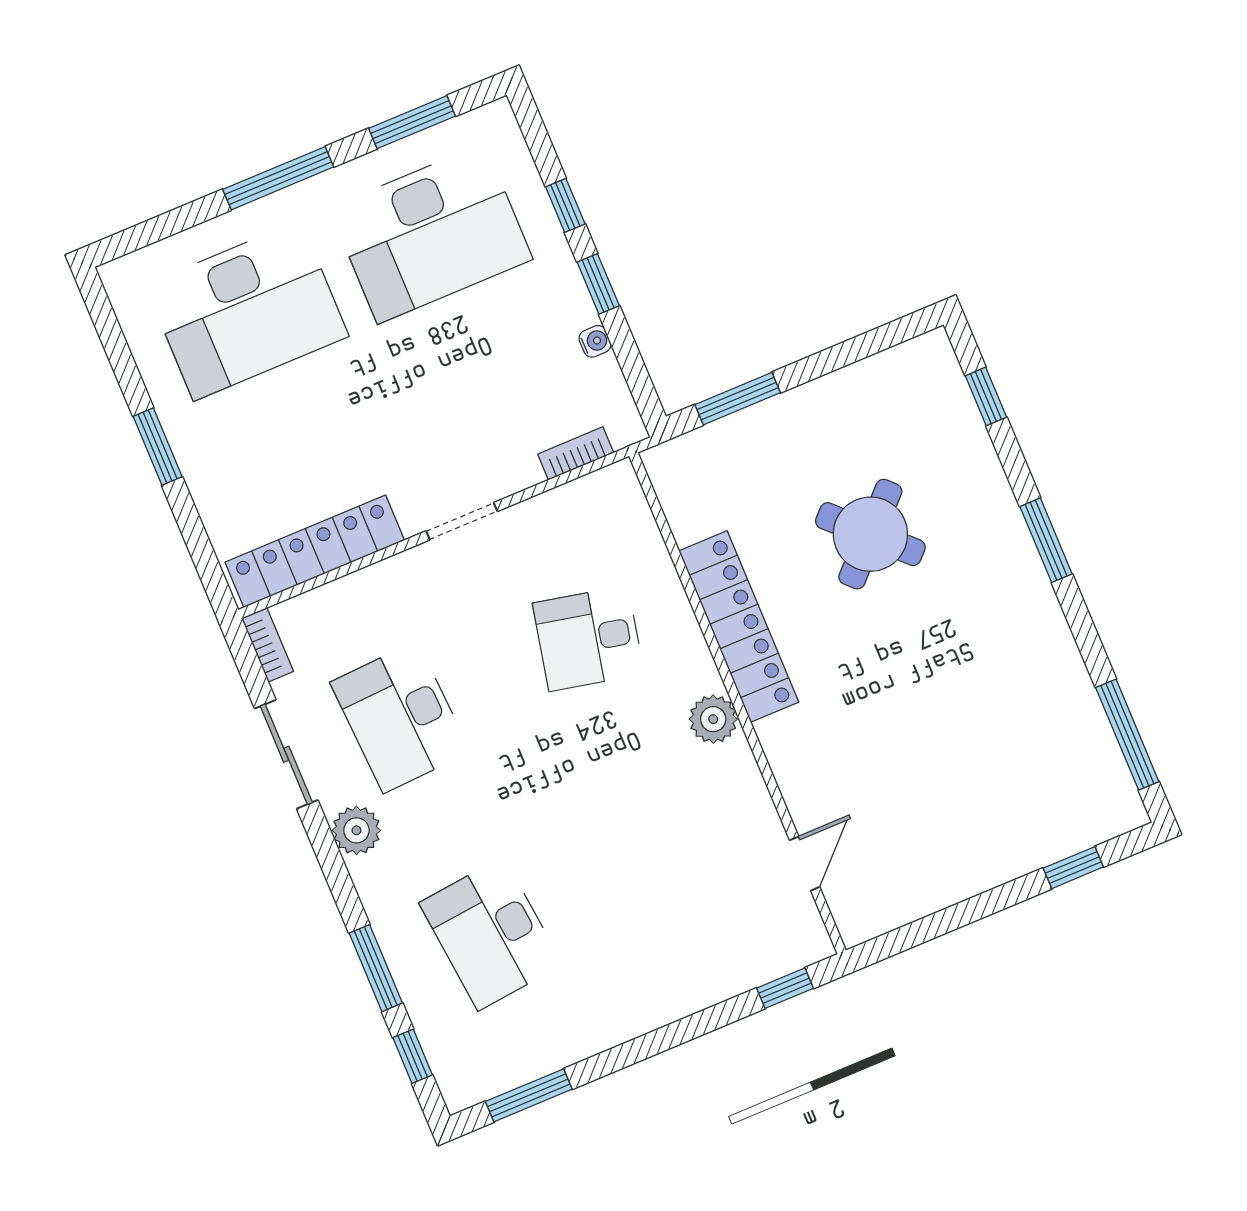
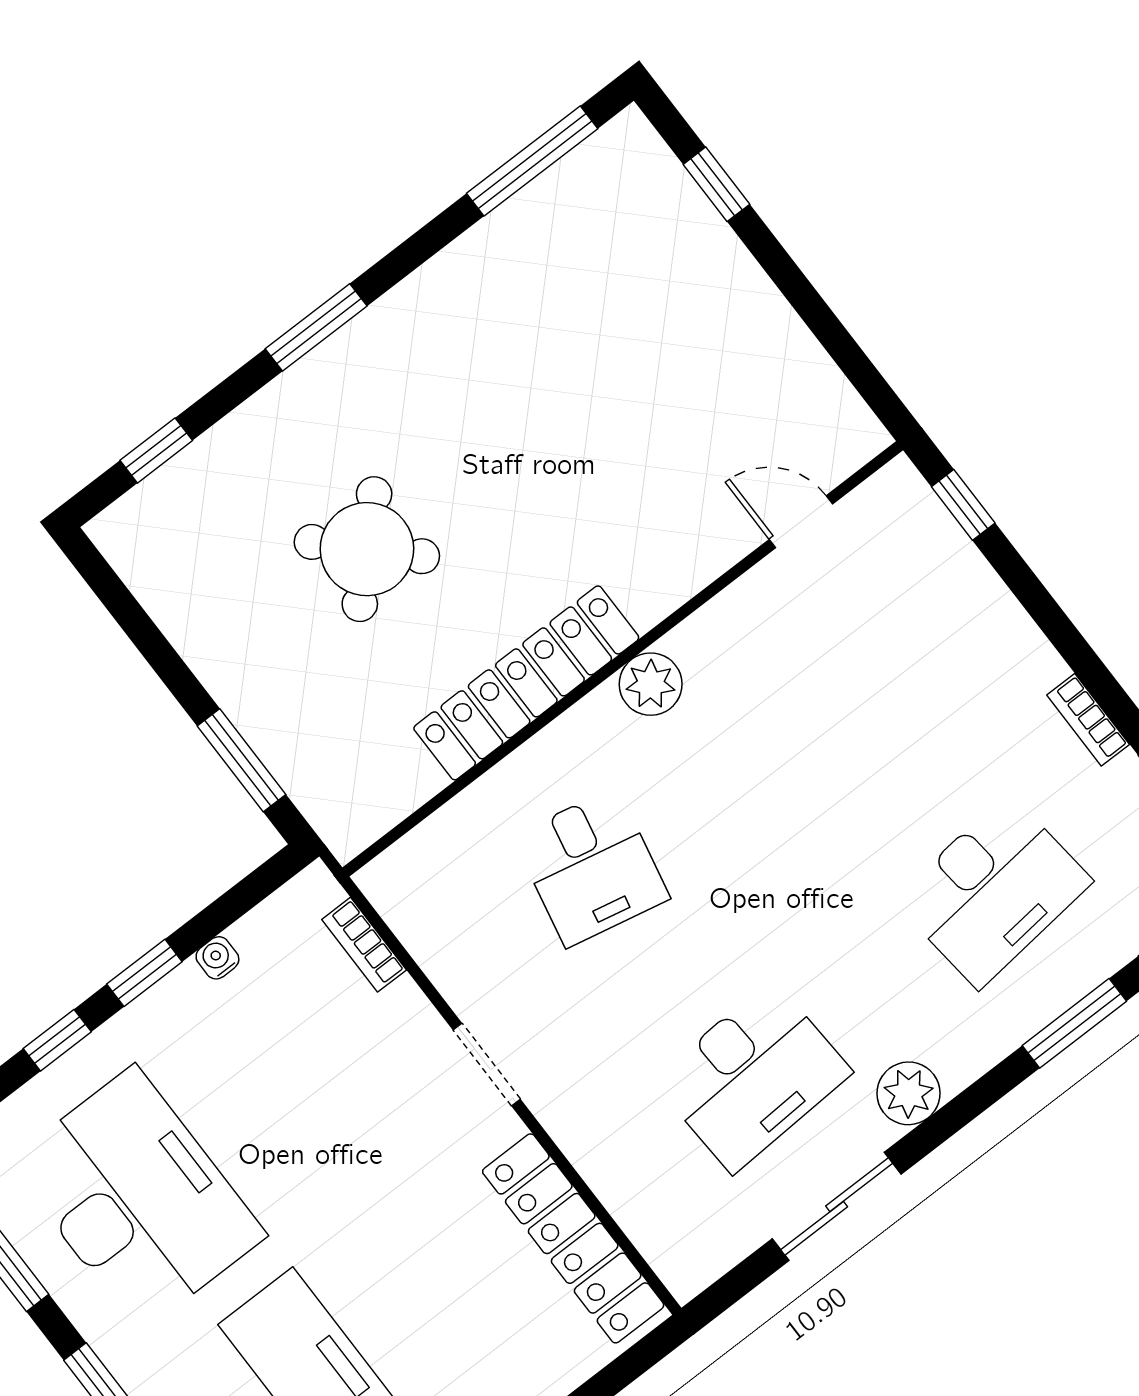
bookcase: (268, 645) -> (1088, 720), moved, turned -90

